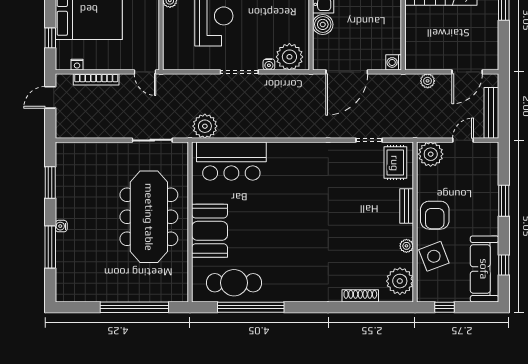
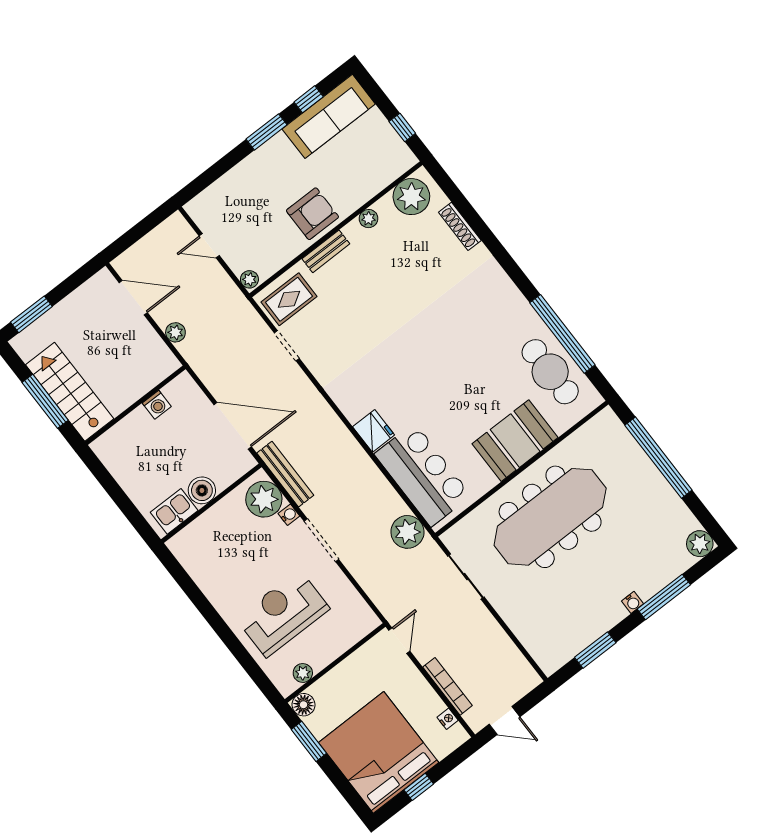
window: (50, 38) -> (419, 787), moved
washing machine: (394, 62) -> (157, 405), moved
bench: (491, 113) -> (285, 474), moved, turned 90
fridge: (280, 152) -> (374, 431), added
plant: (431, 154) -> (249, 279), width x0.53, depth x0.53
window: (504, 201) -> (266, 132), moved
side table: (434, 256) -> (357, 181), removed
plant: (65, 292) -> (700, 544), added

